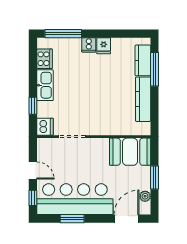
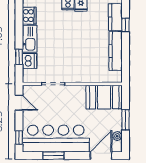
window: (154, 69) -> (125, 25), width x0.46
dishwasher: (45, 127) -> (30, 61), moved
door: (33, 170) -> (19, 103), moved

